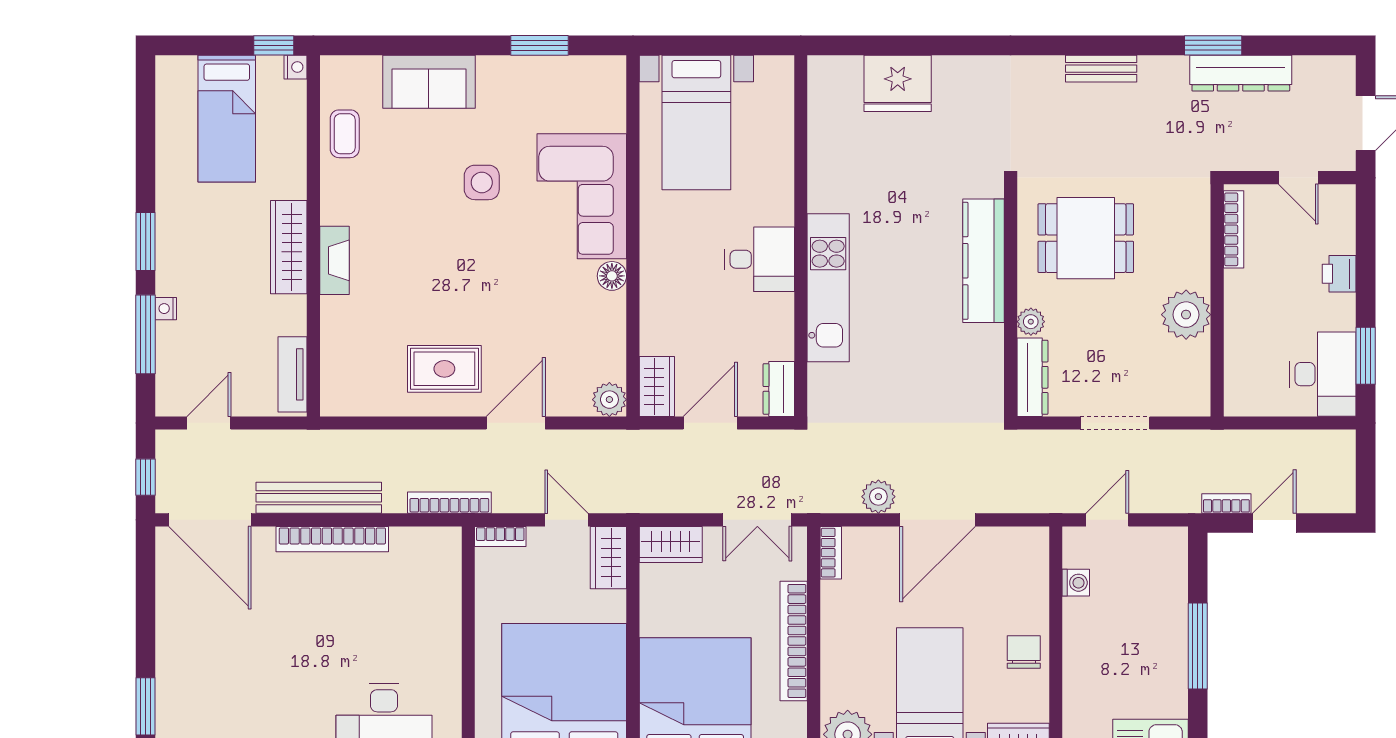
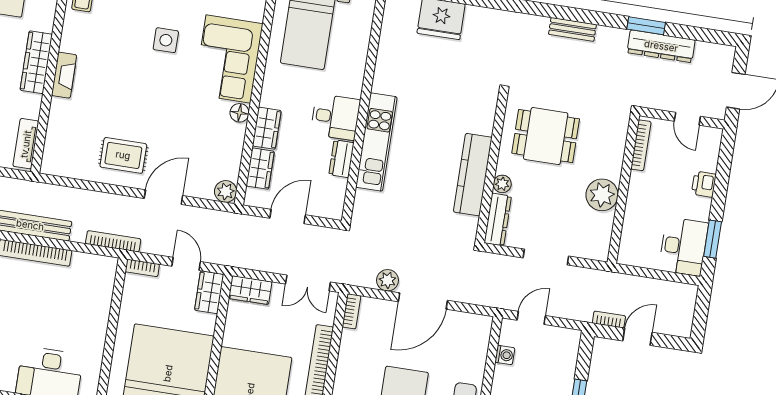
kitchen counter: (983, 261) -> (473, 175), moved
wardrobe: (657, 293) -> (267, 128), added
wardrobe: (657, 386) -> (260, 169), moved
dresser: (779, 389) -> (341, 159), moved

